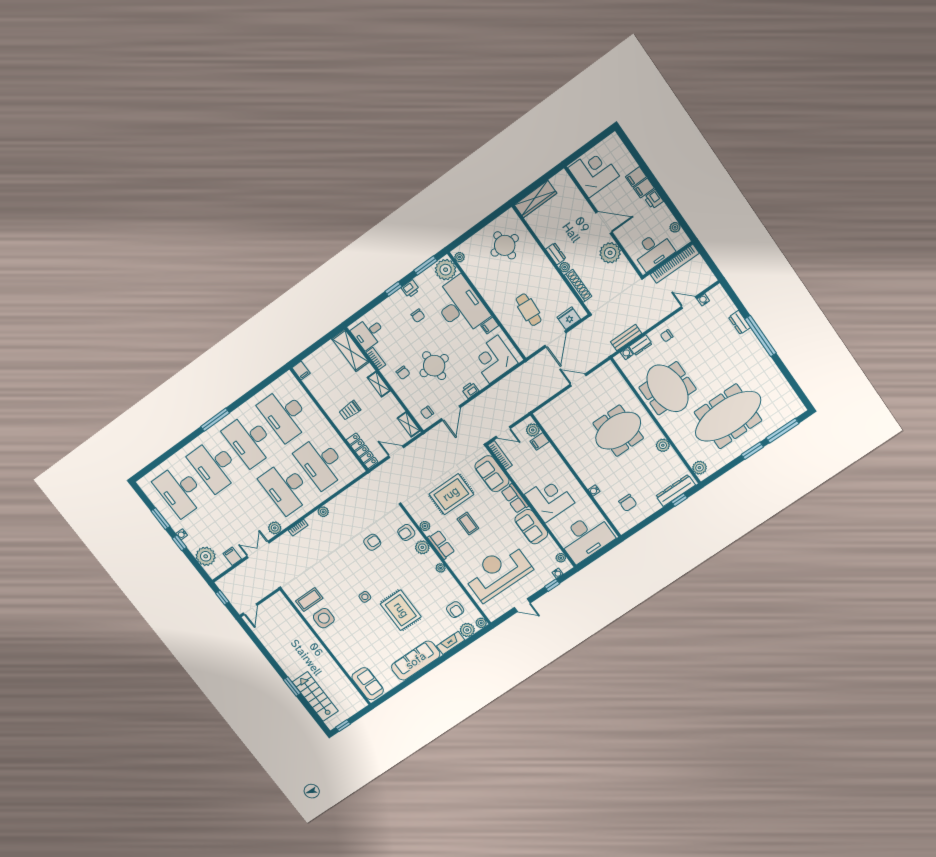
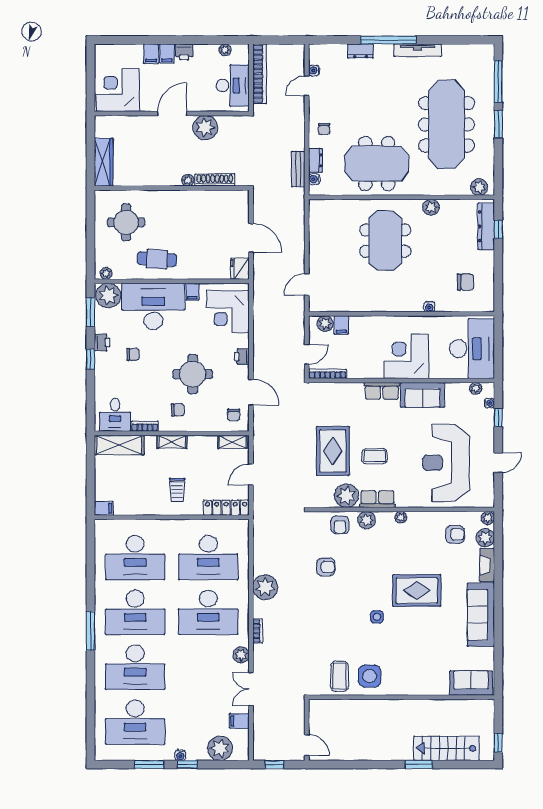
dresser: (556, 254) -> (169, 180), removed
cafe table: (529, 310) -> (157, 259), moved
fridge: (569, 318) -> (240, 269), moved
tv unit: (767, 361) -> (418, 50), added
door: (578, 380) -> (307, 284), moved
sofa: (492, 474) -> (341, 395), removed
plant: (323, 512) -> (265, 587), width x1.88, depth x1.88
plant: (425, 526) -> (346, 496), width x1.88, depth x1.88
armchair: (372, 542) -> (326, 567), turned 90

